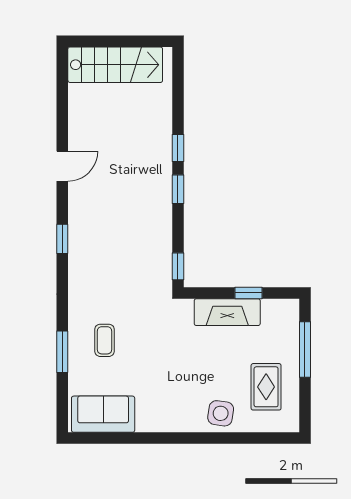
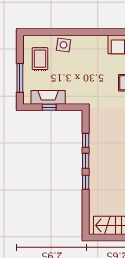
window: (178, 266) -> (86, 140), moved
fireplace: (227, 312) -> (48, 97), moved

